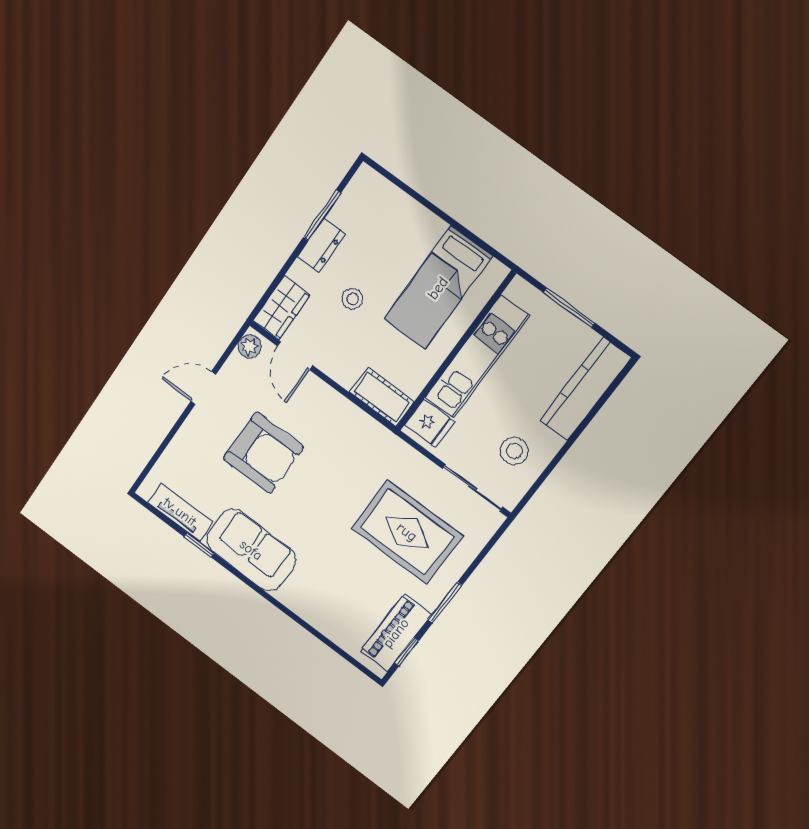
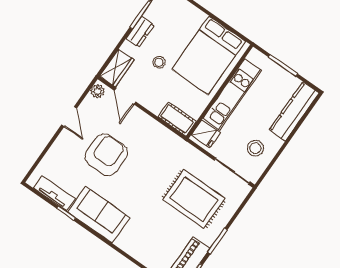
bed: (438, 288) -> (209, 55), width x1.50
door: (203, 388) -> (69, 117), swing flipped
armchair: (263, 453) -> (106, 155), turned -90

